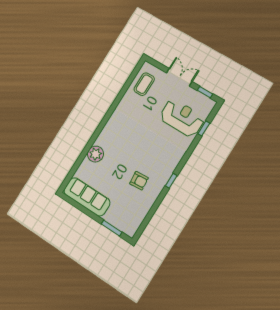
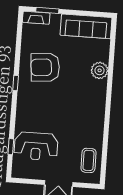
window: (205, 92) -> (27, 181), removed
armchair: (139, 181) -> (45, 67), width x1.88, depth x1.88
fireplace: (124, 227) -> (36, 18), added

